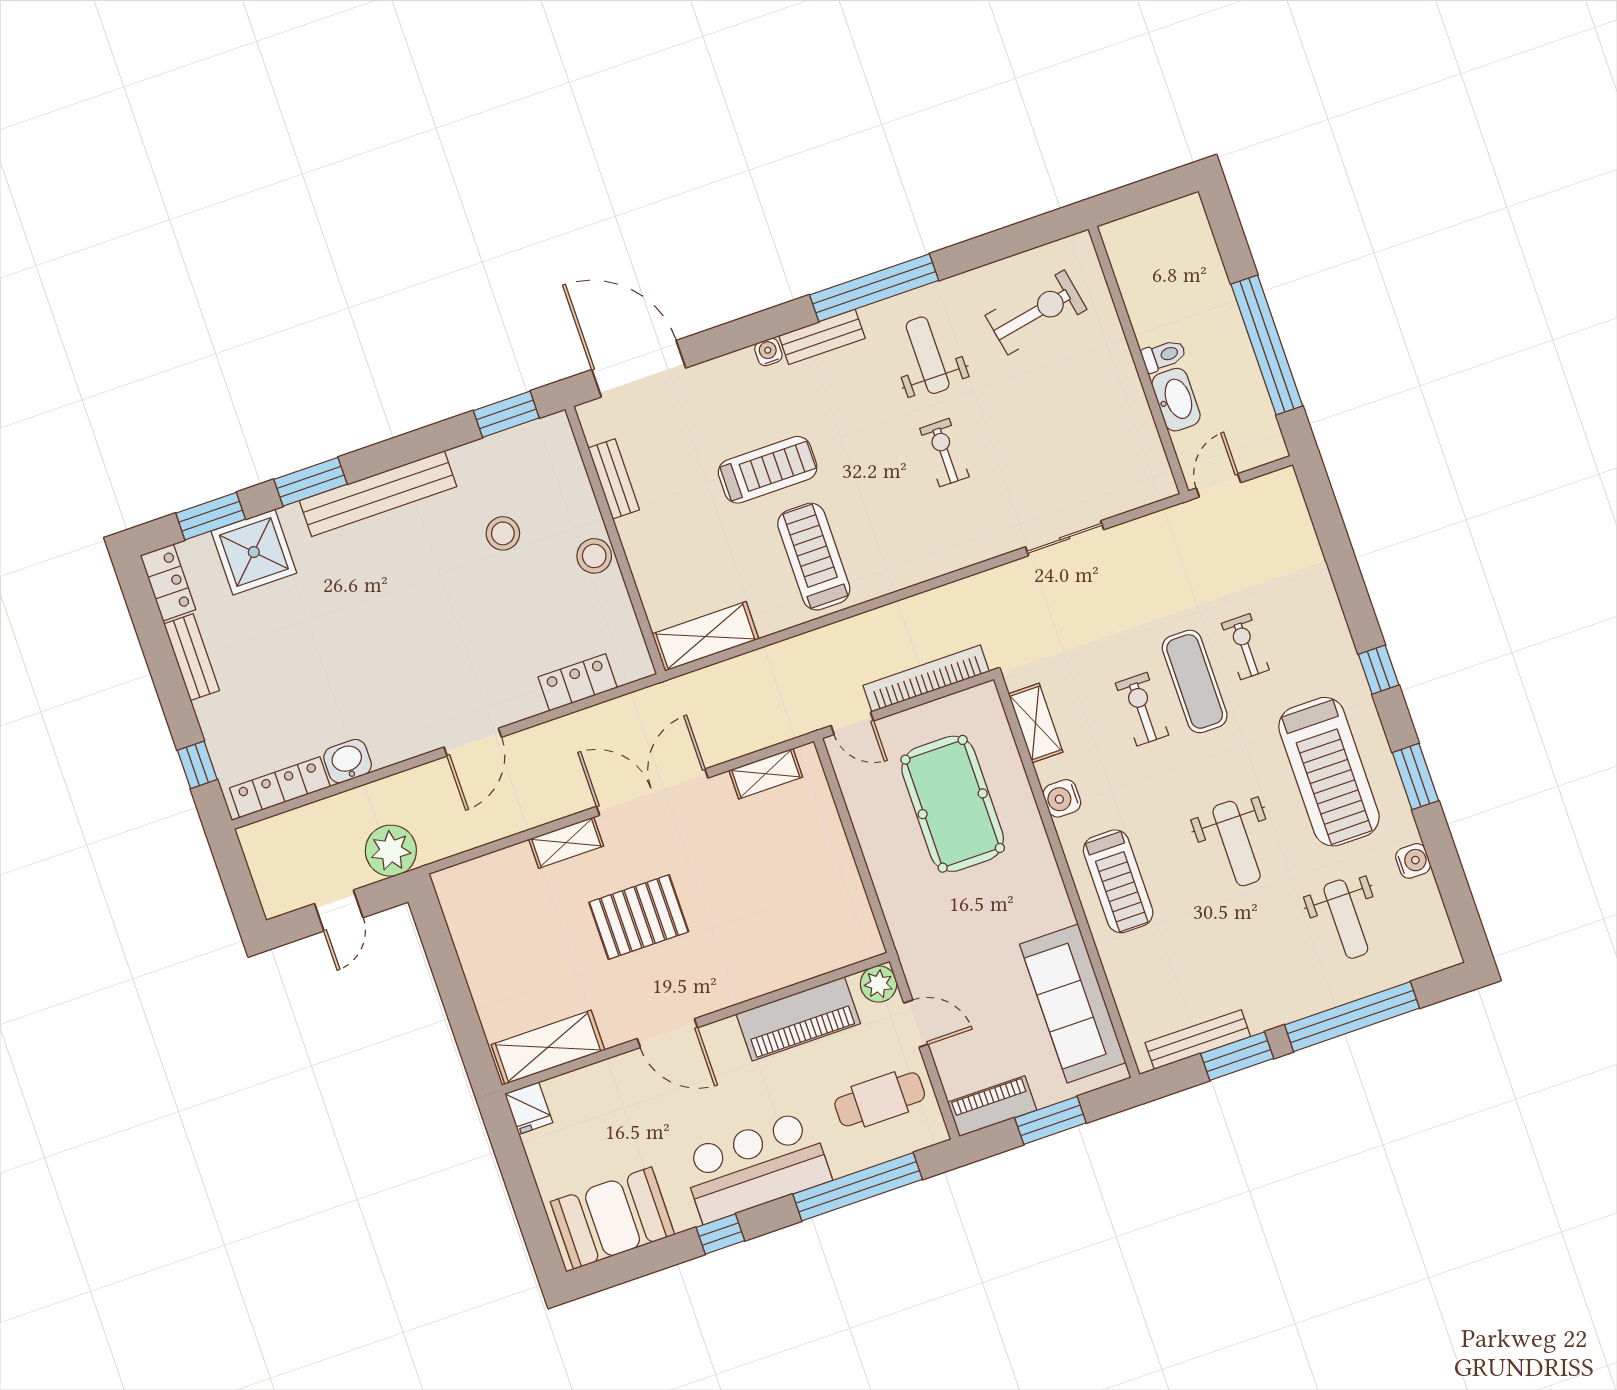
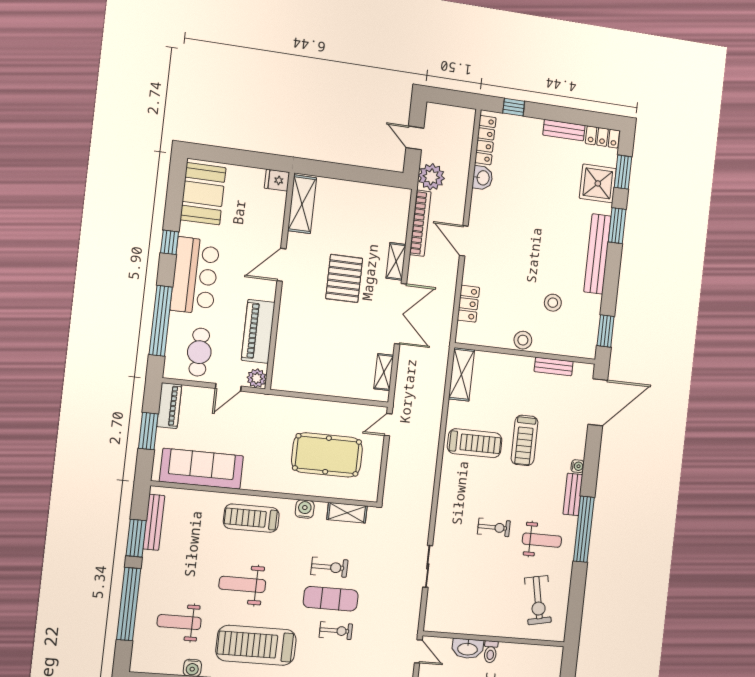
bookcase: (926, 678) -> (420, 223), moved

